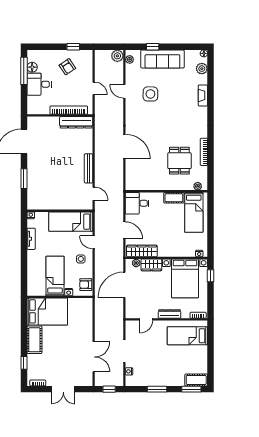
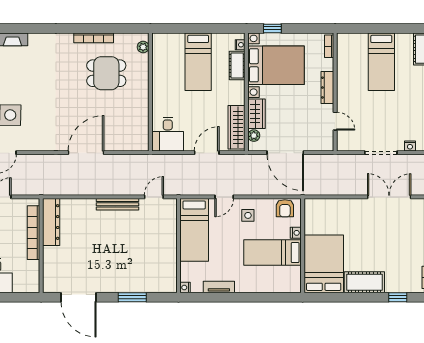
cot: (174, 198) -> (237, 65), moved
bed: (194, 212) -> (198, 62), moved, turned 90
bed: (187, 336) -> (381, 62), moved

